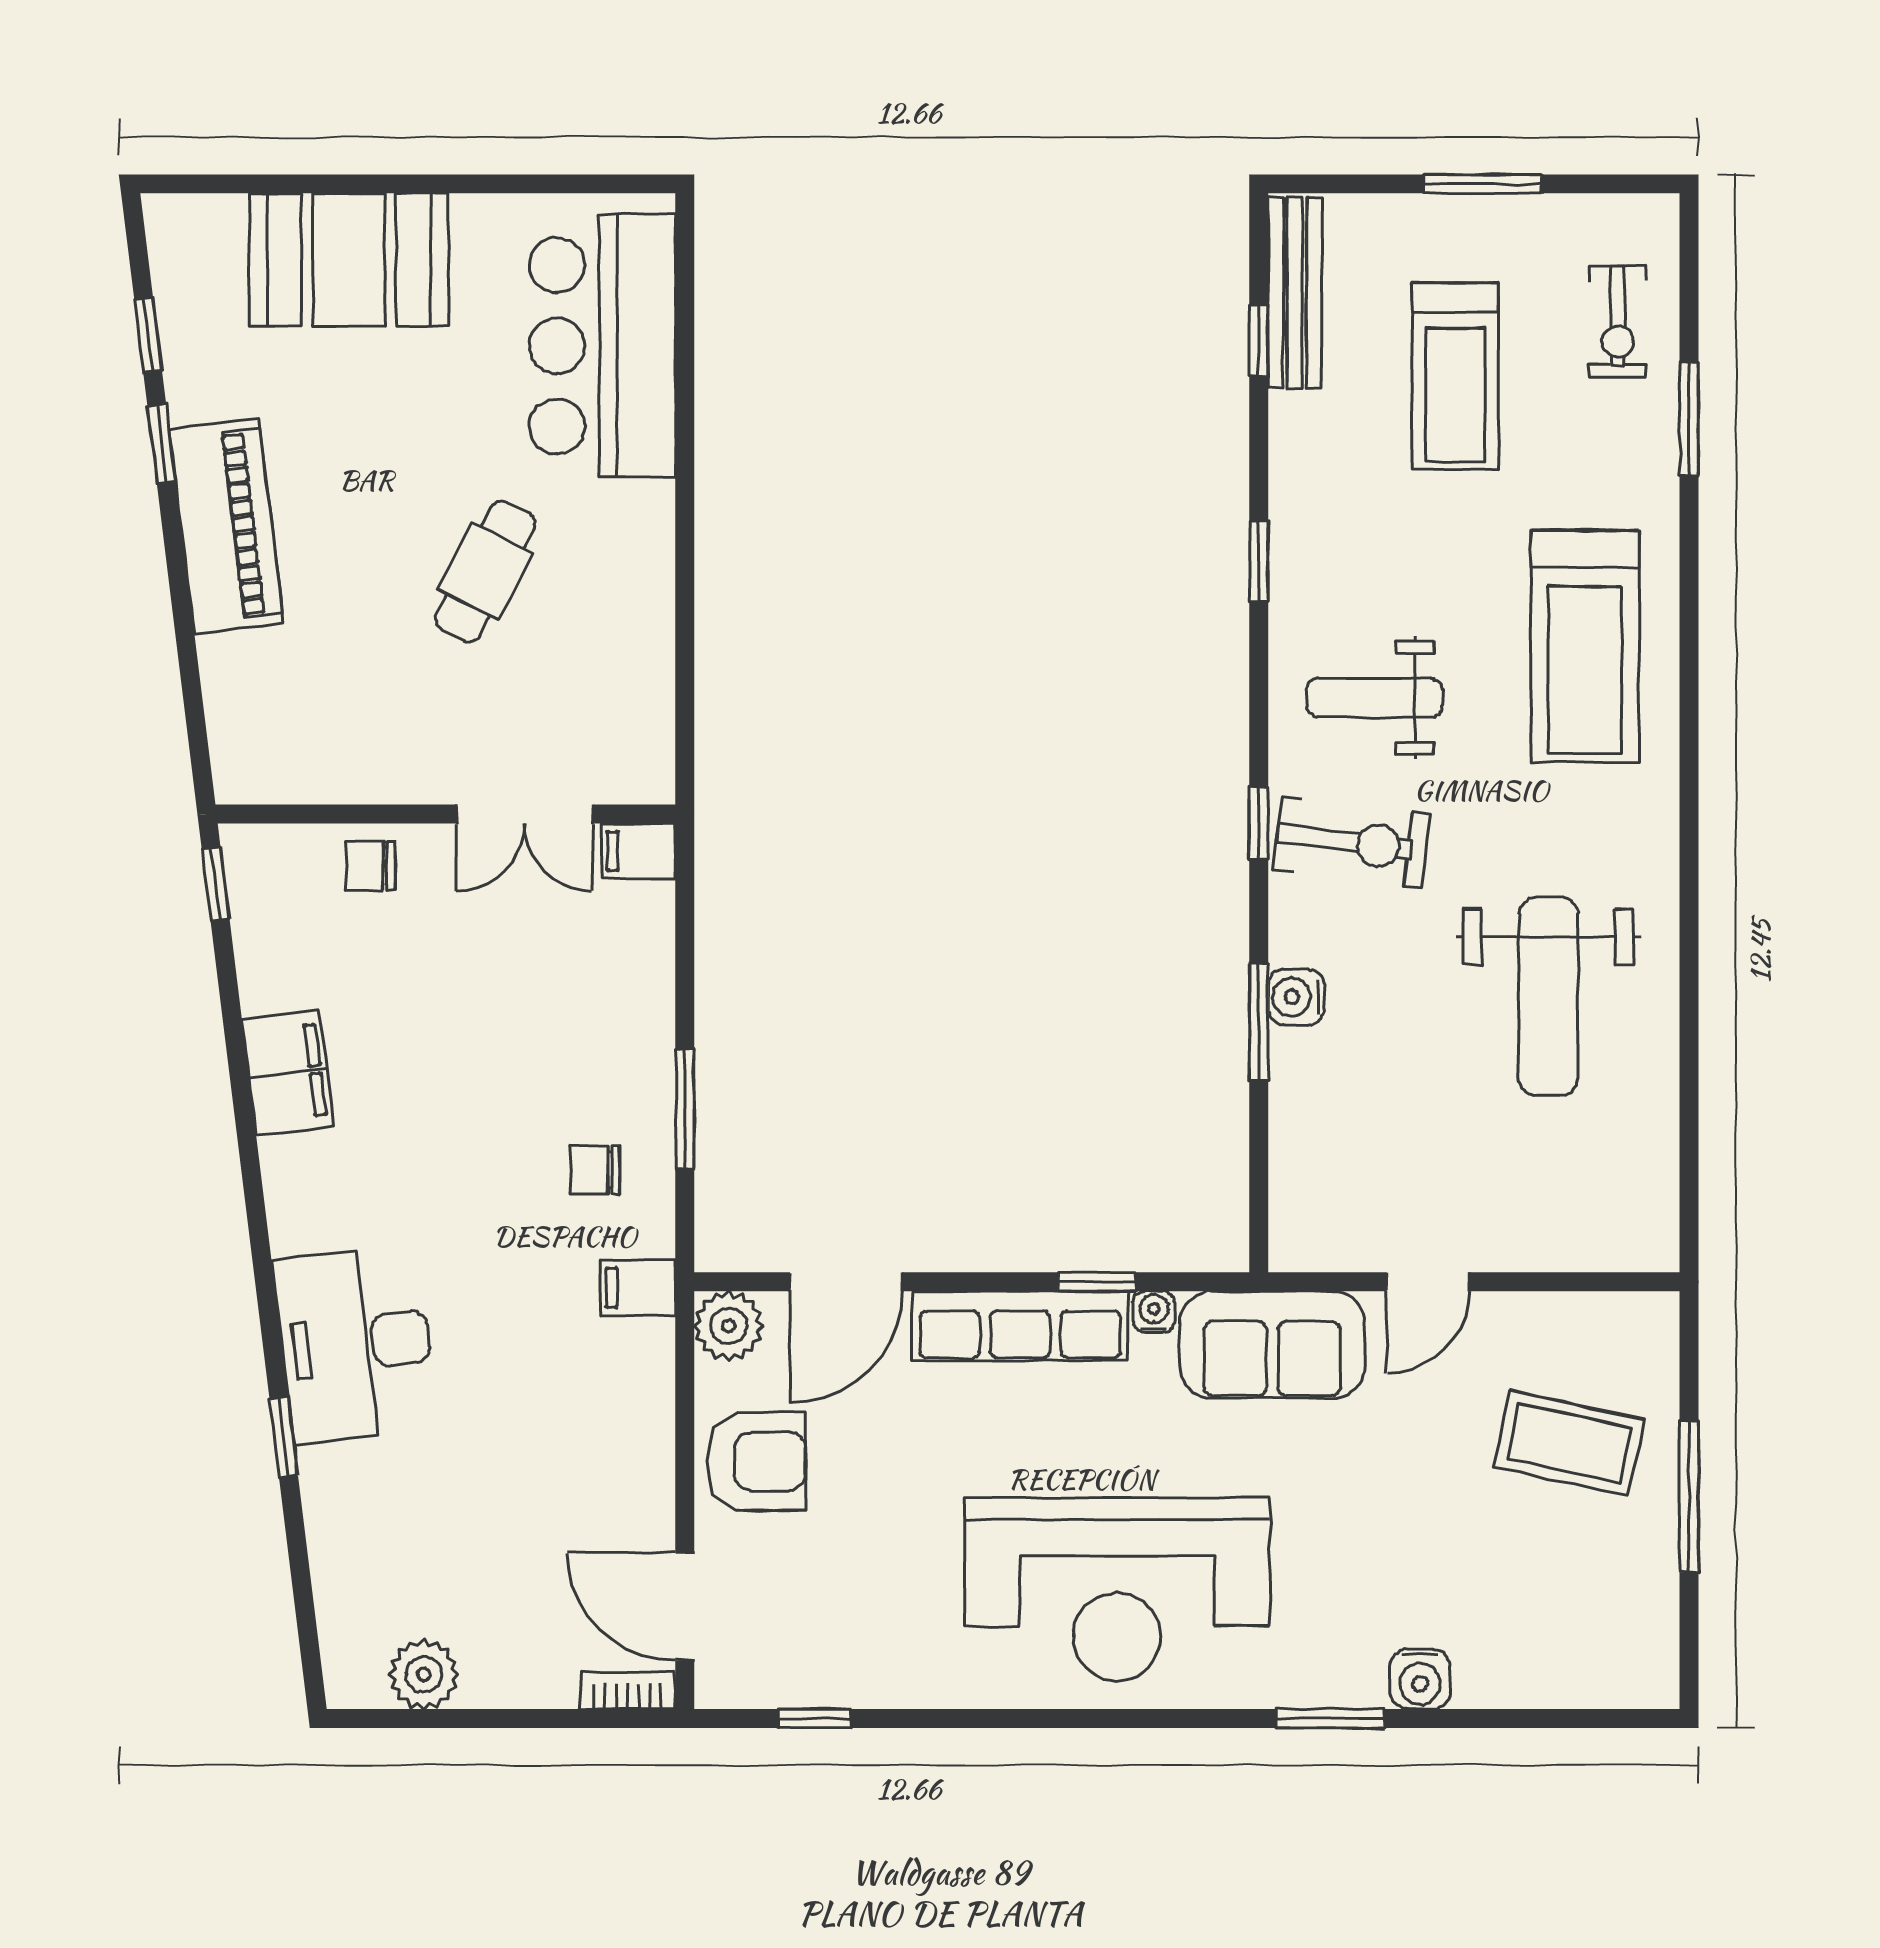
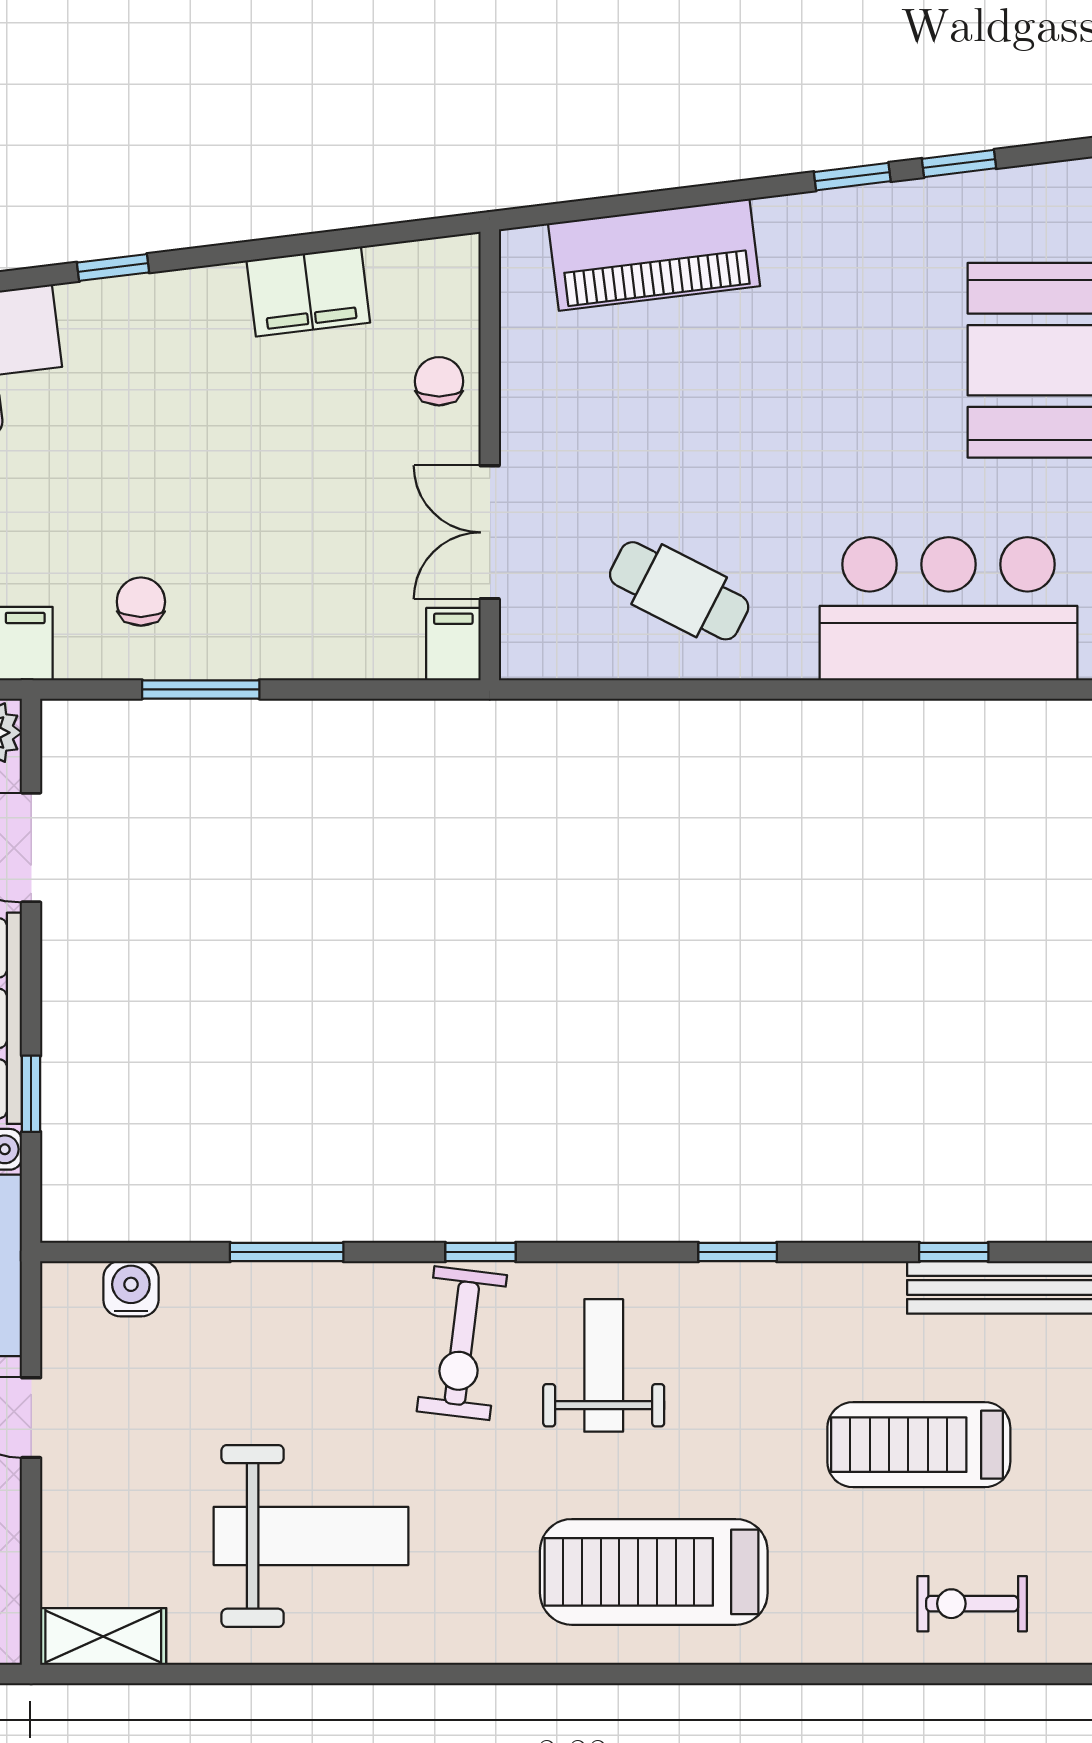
window: (1689, 419) -> (877, 1674), removed
piano: (226, 526) -> (654, 255), moved
cafe table: (485, 571) -> (679, 591), moved
window: (216, 884) -> (113, 268), moved
weight bench: (1548, 996) -> (311, 1536), turned 180
water cooler: (1296, 997) -> (131, 1289), moved
filing cabinet: (288, 1073) -> (308, 291), moved
shelving: (1651, 1208) -> (103, 1636), added

